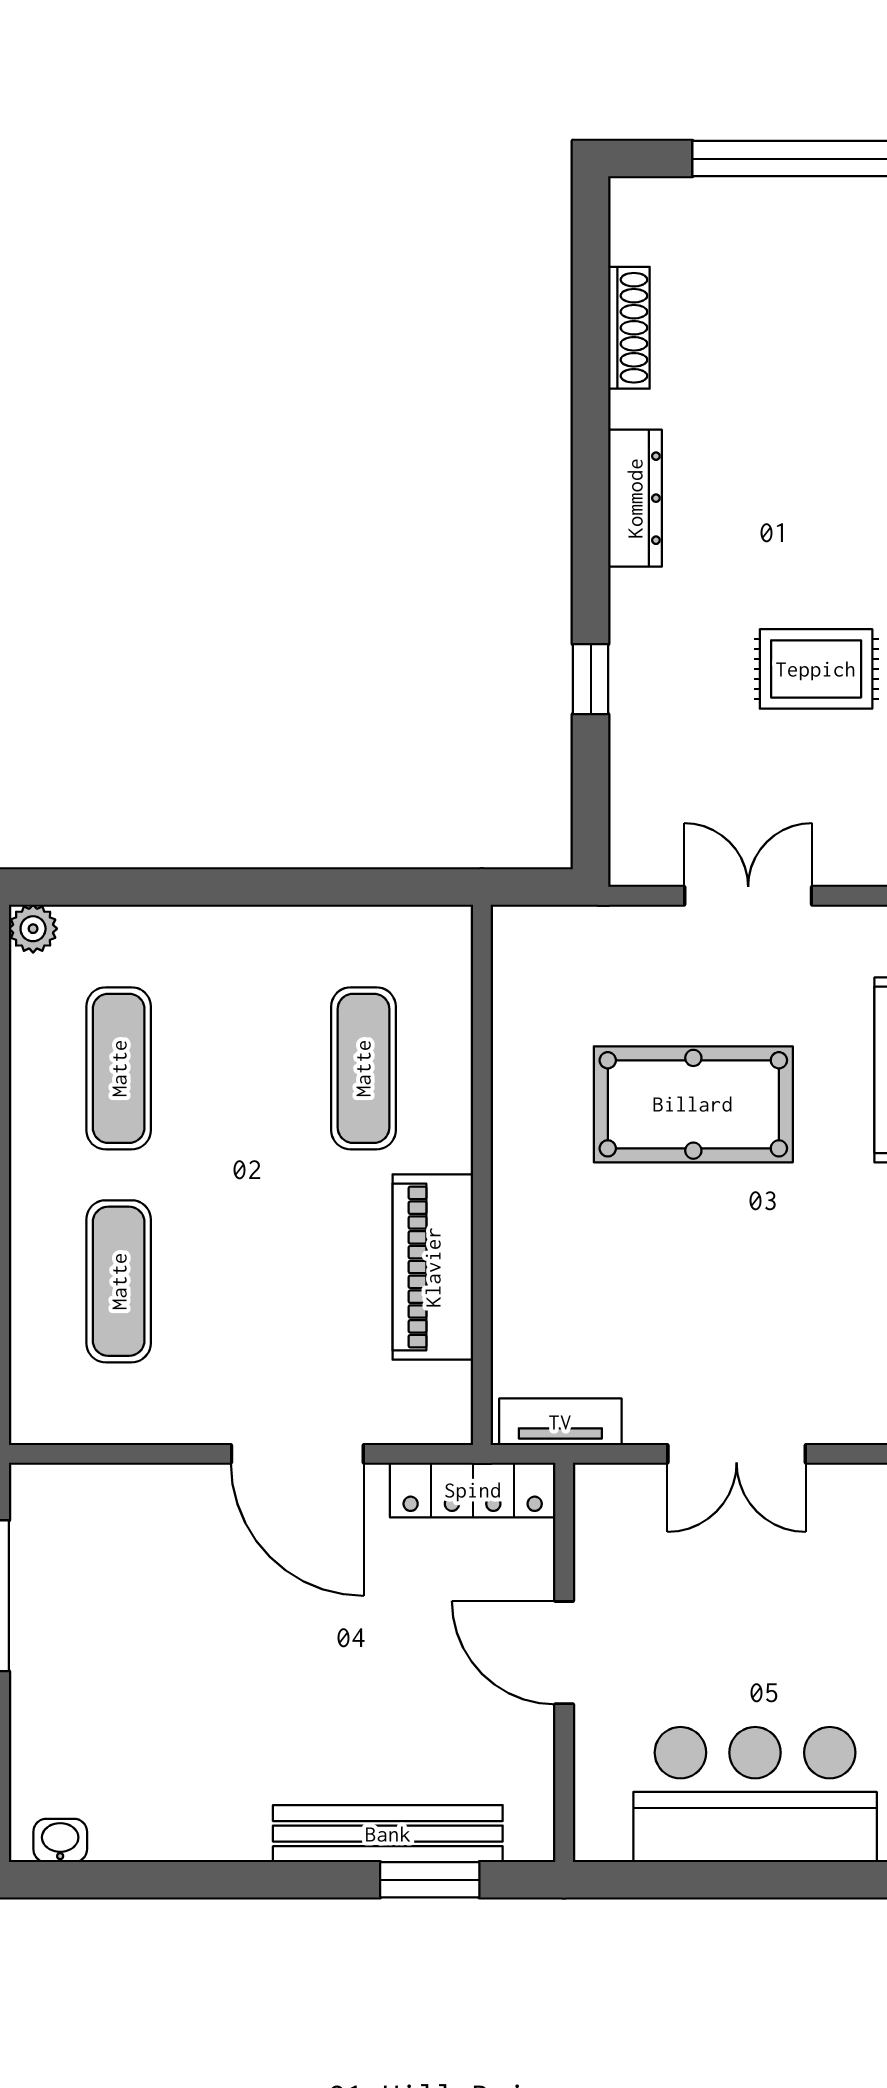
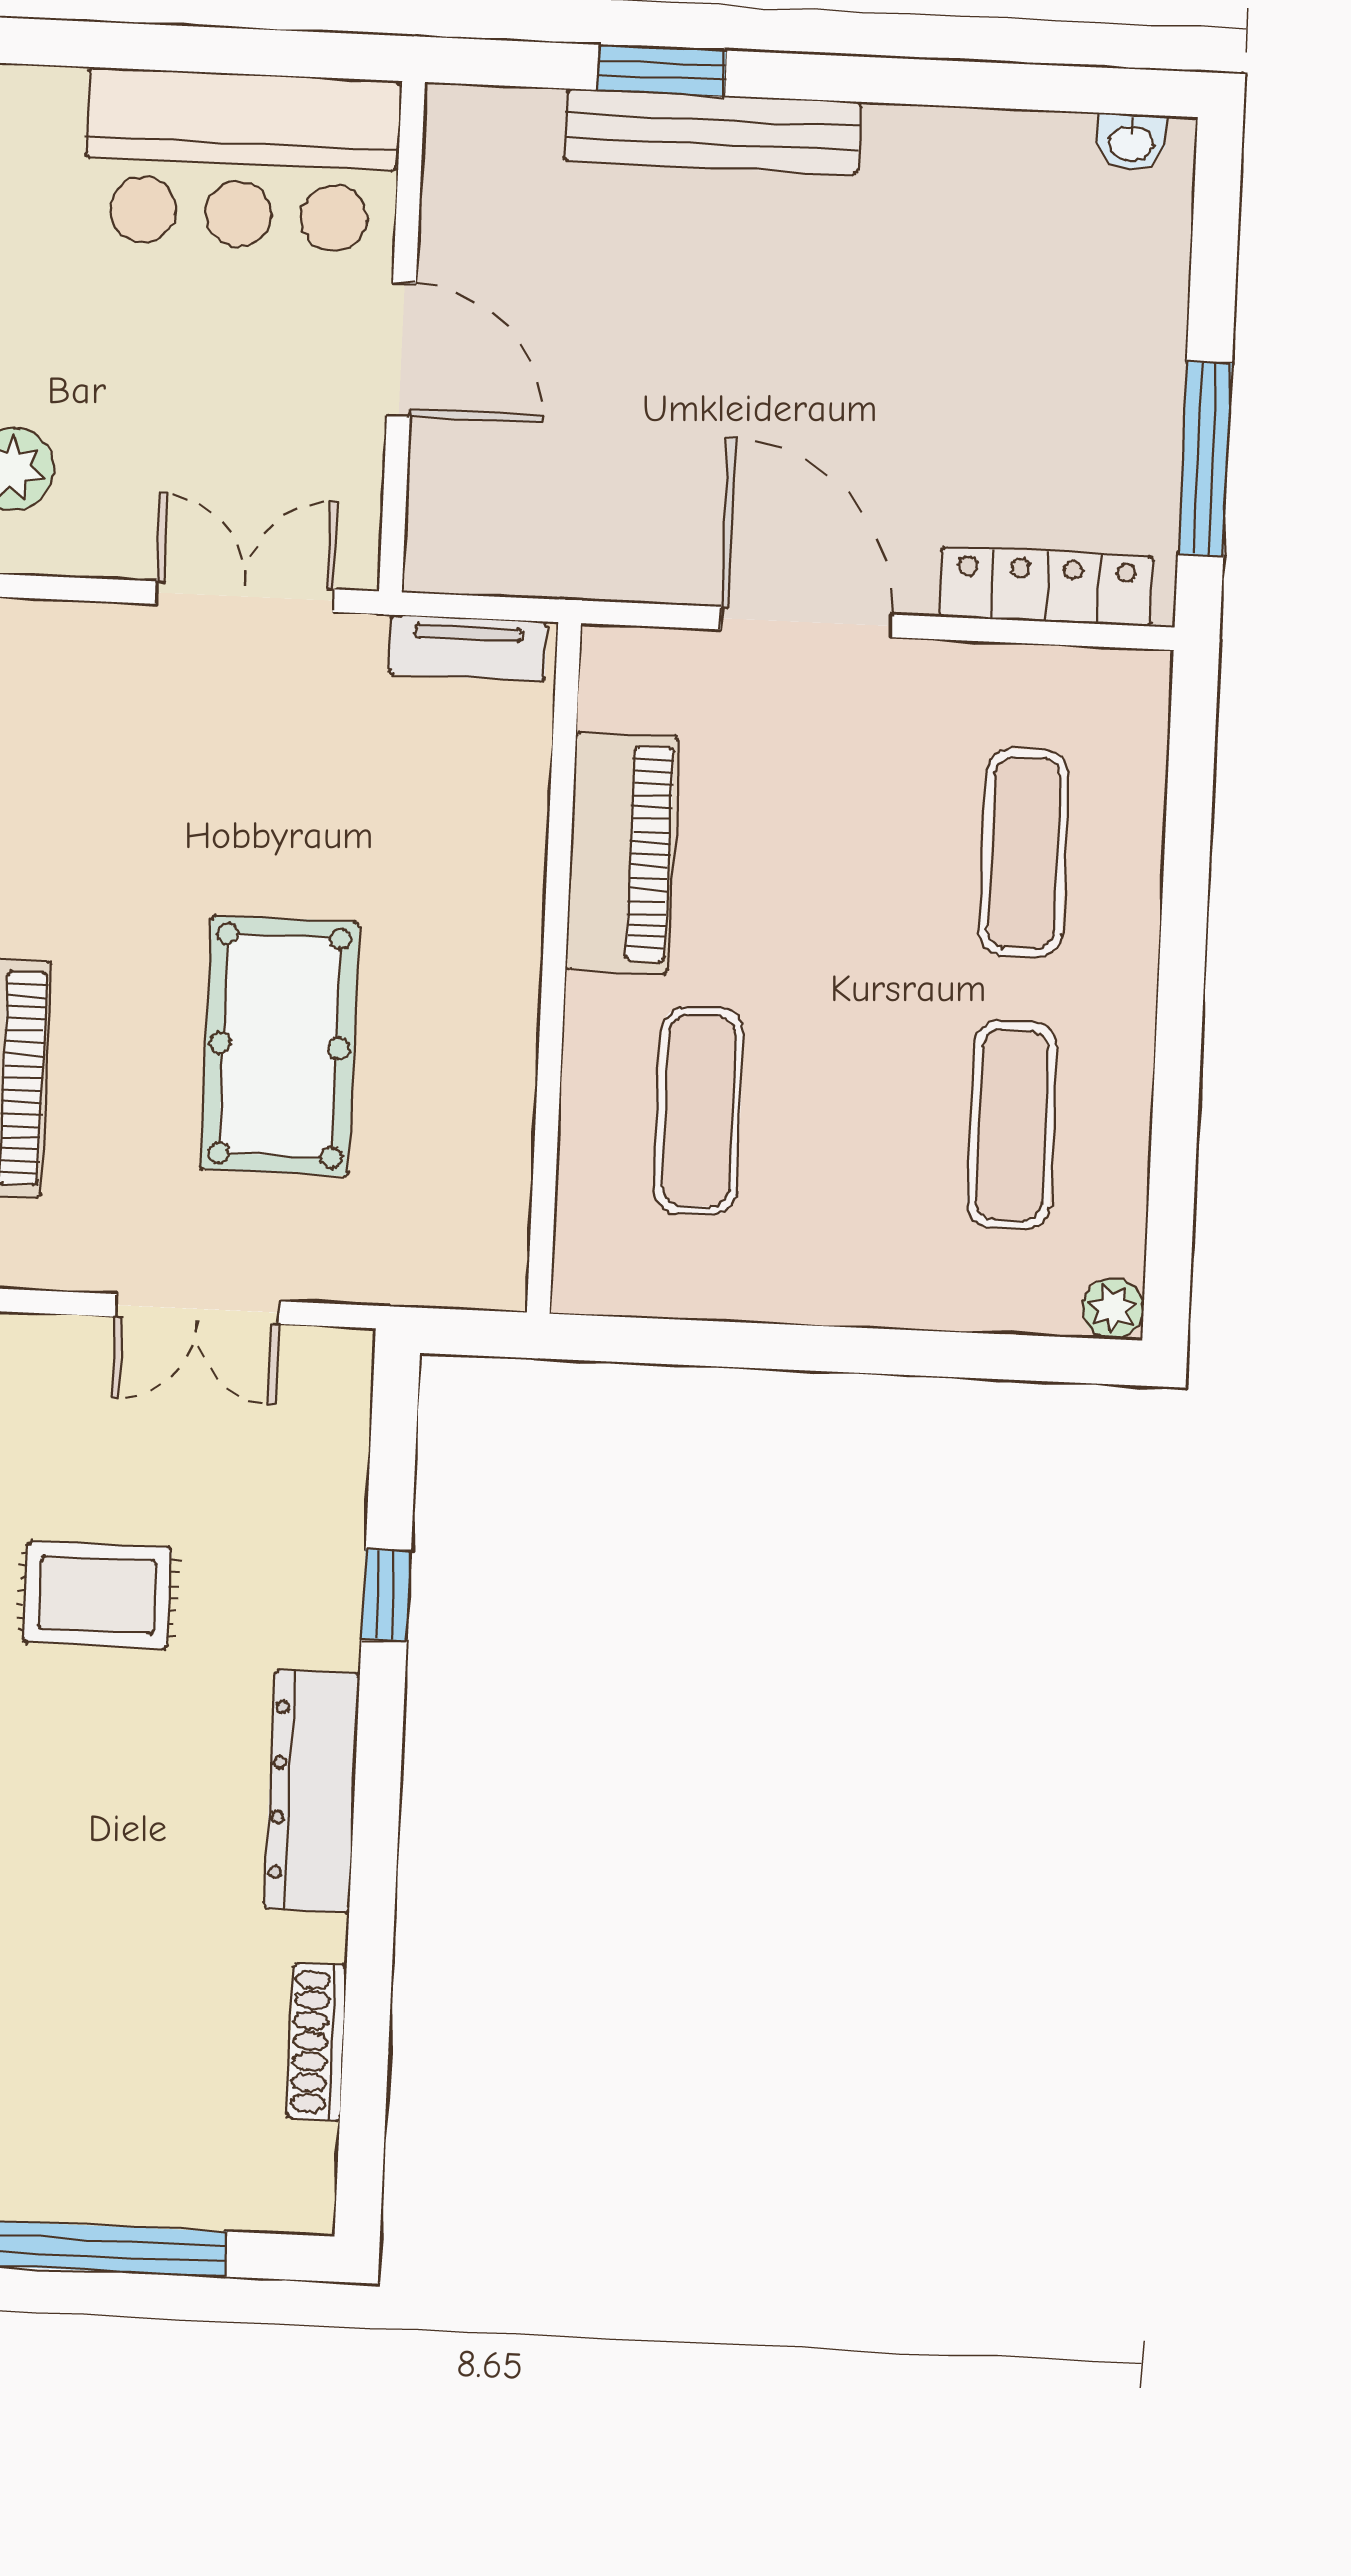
dresser: (635, 498) -> (312, 1791), width x1.37, depth x1.24
pool table: (693, 1104) -> (280, 1046), turned 90
locker: (473, 1490) -> (1046, 587), moved
door: (564, 1653) -> (401, 349), moved
wall: (564, 1662) -> (402, 337), moved

